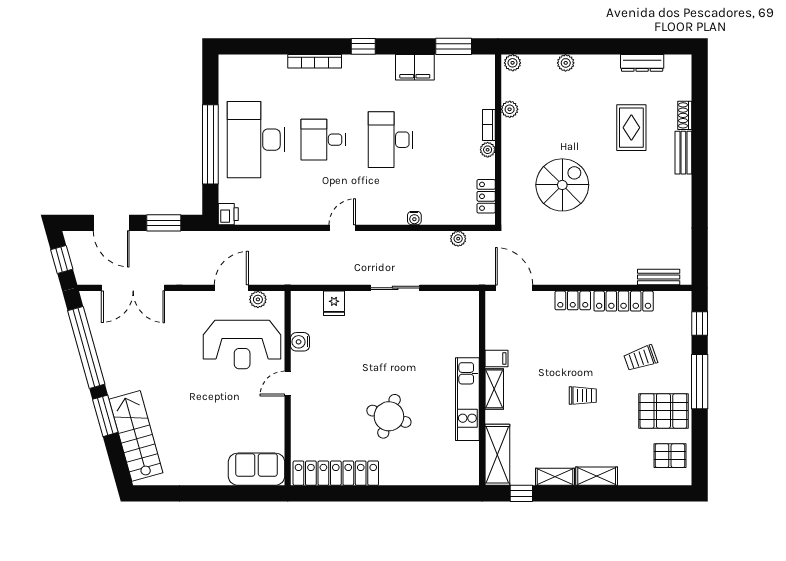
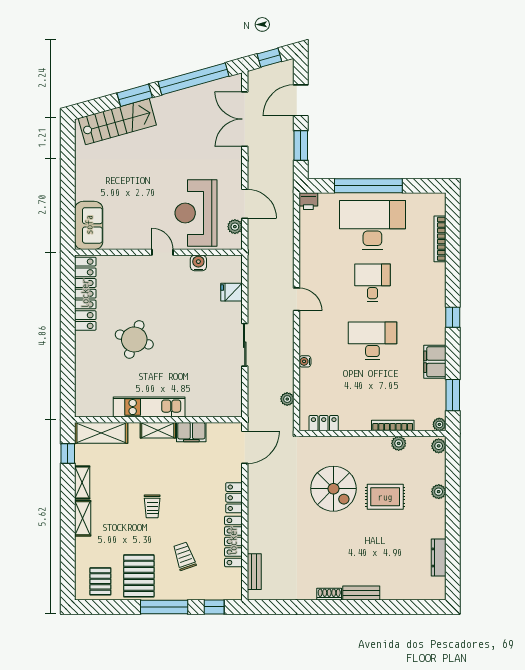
bookcase: (315, 61) -> (440, 239), moved
shoe rack: (685, 115) -> (329, 594), moved
bookcase: (489, 125) -> (393, 426), width x1.56
rug: (631, 128) -> (385, 497), moved
plant: (488, 150) -> (439, 424), moved
filing cabinet: (496, 358) -> (191, 432), width x2.00

